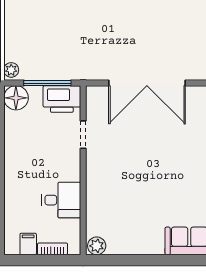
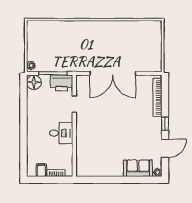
desk: (61, 200) -> (61, 133), moved
plant: (97, 246) -> (82, 171), removed

